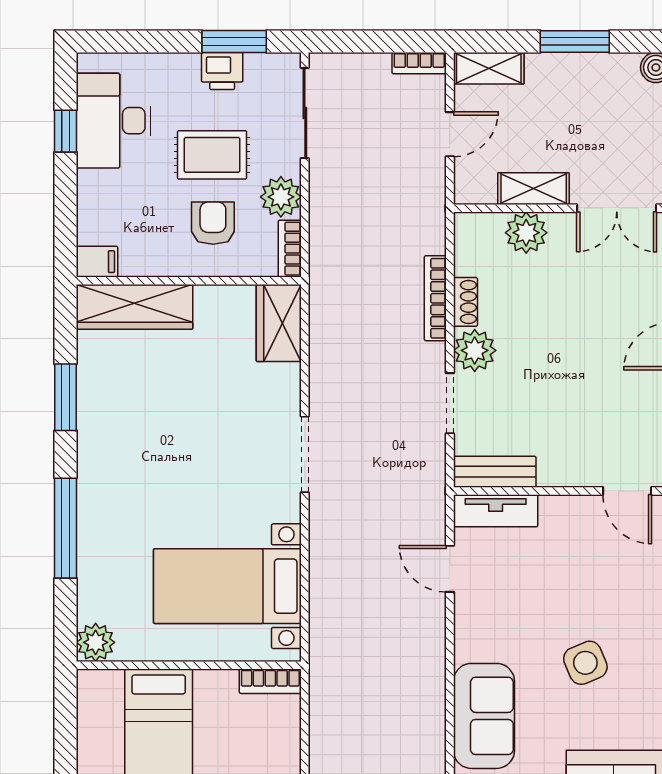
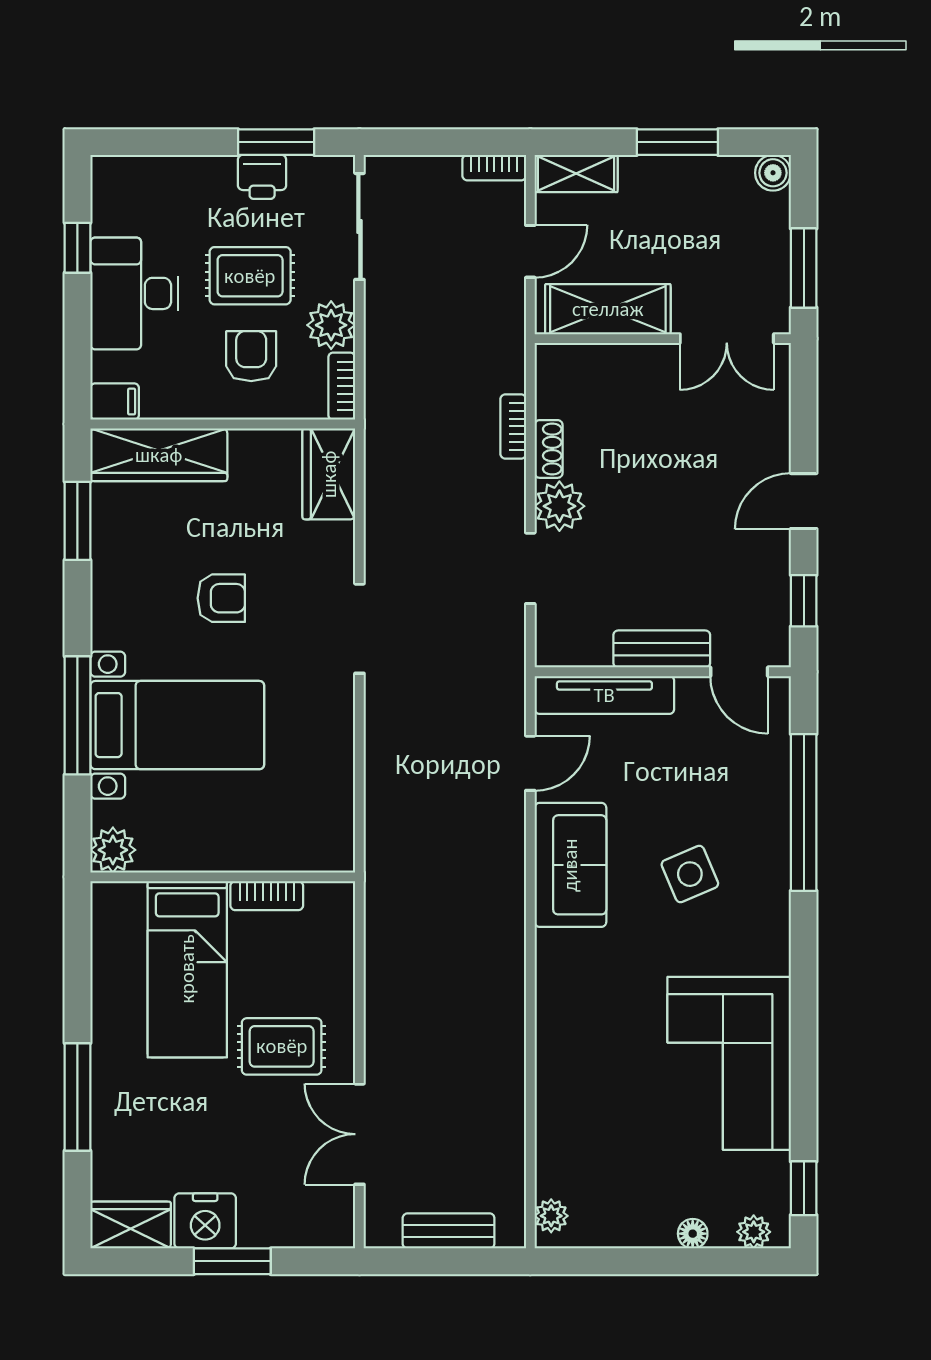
desk: (114, 121) -> (134, 293), moved
shelving: (534, 189) -> (608, 309), width x1.50, depth x1.33
plant: (526, 233) -> (620, 367), removed
bookcase: (435, 298) -> (513, 426), width x0.64
window: (65, 397) -> (77, 521), moved
armchair: (188, 429) -> (221, 598), added
bench: (495, 472) -> (662, 649), moved
tv unit: (496, 511) -> (604, 695), width x1.41
door: (450, 569) -> (530, 763), swing flipped
bed with nightstands: (227, 586) -> (177, 725), moved, turned 180
bookcase: (270, 681) -> (267, 896), moved
sofa: (484, 716) -> (570, 865), moved

